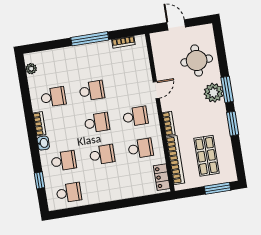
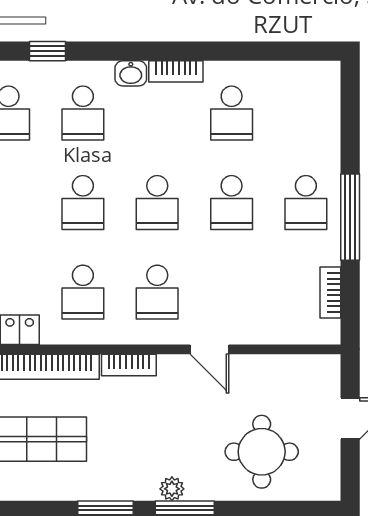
school desk: (87, 59) -> (306, 203), added
plant: (31, 69) -> (304, 73), removed
plant: (214, 93) -> (172, 489), width x0.53, depth x0.53

